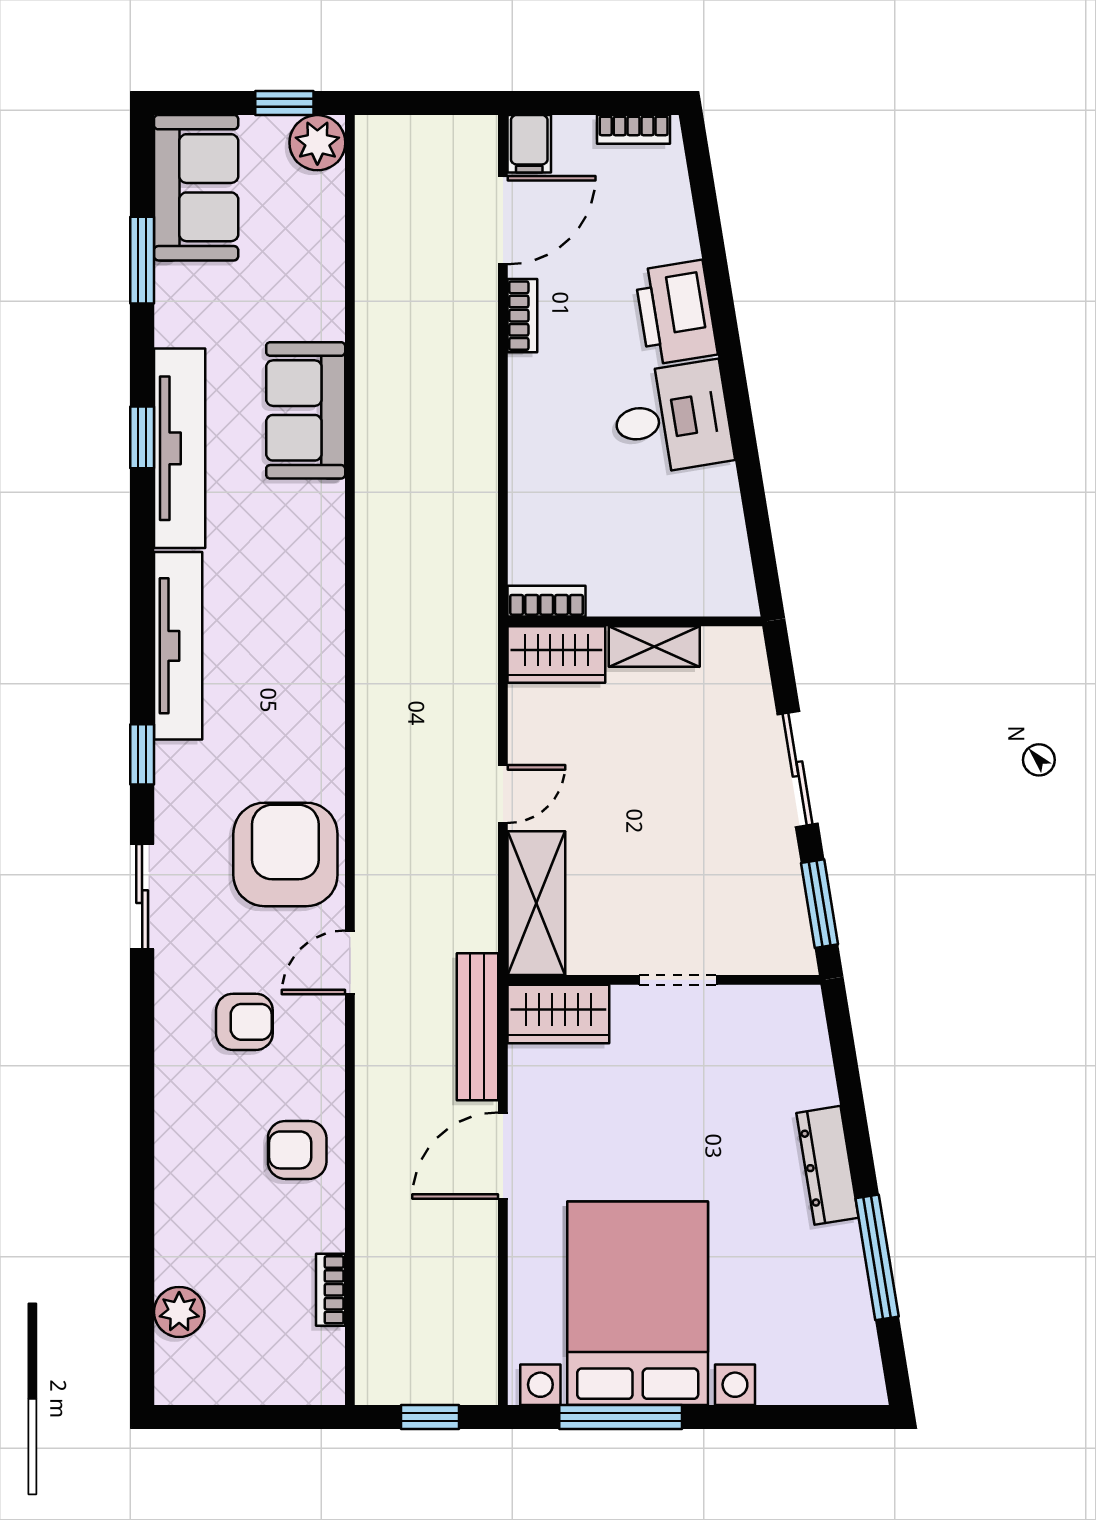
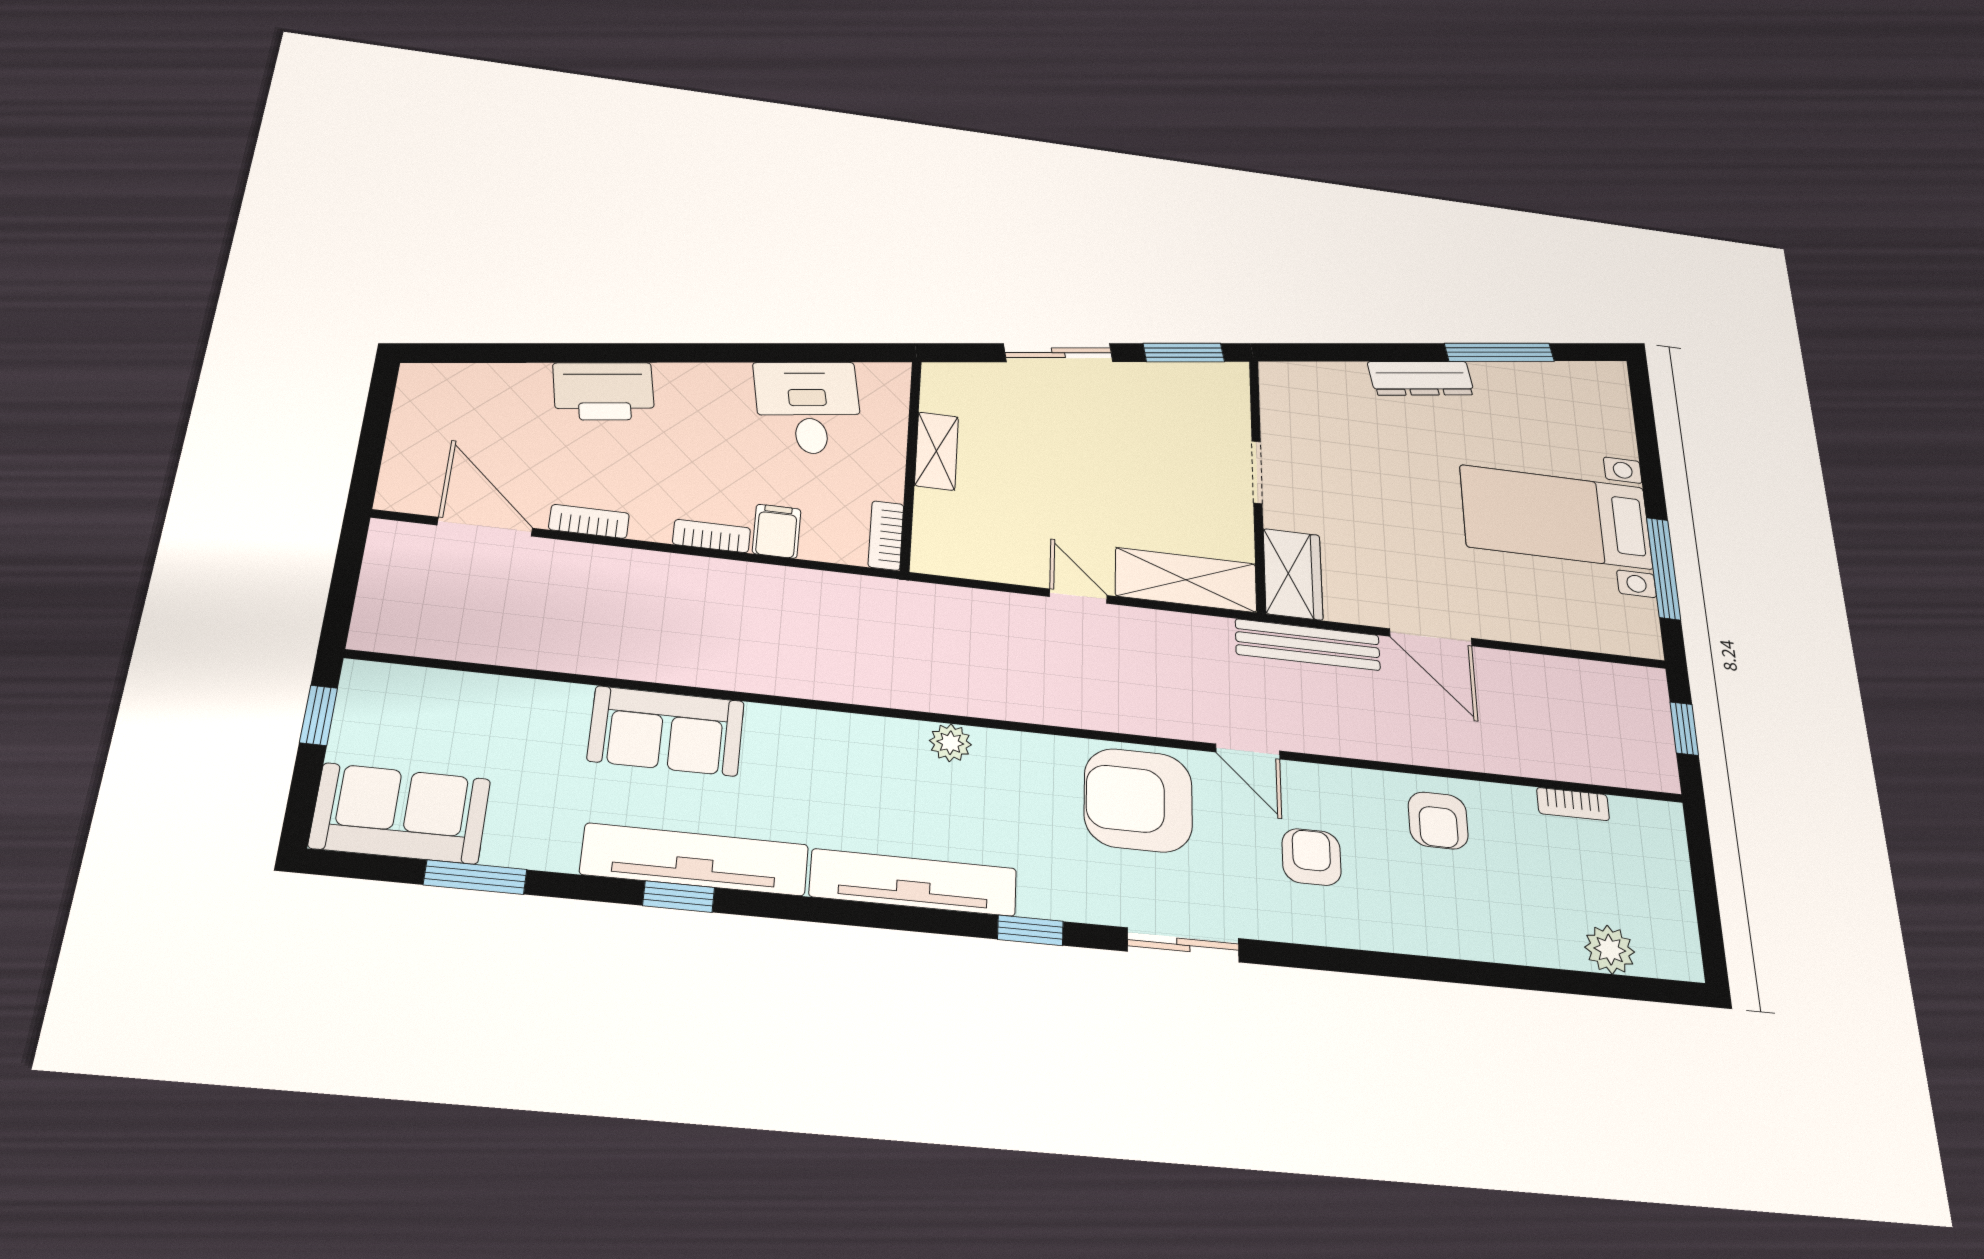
bookcase: (634, 129) -> (712, 536), moved, turned -90
plant: (317, 143) -> (950, 743), moved, width x0.73, depth x0.73
filing cabinet: (529, 144) -> (777, 531), moved, turned -90
desk: (672, 418) -> (808, 407), moved
wardrobe: (556, 654) -> (940, 534), removed
bed with nightstands: (638, 1303) -> (1556, 517), width x0.73

